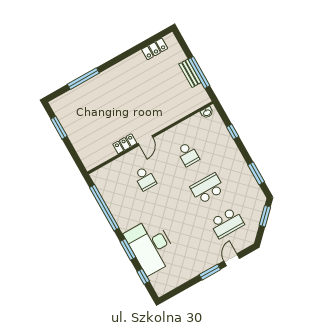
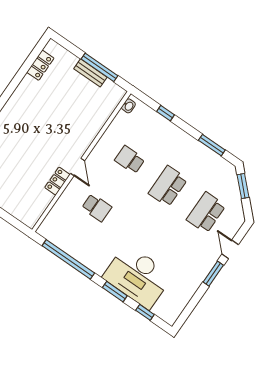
school desk: (188, 154) -> (130, 160), turned 180
school desk: (227, 223) -> (206, 213), turned 180

